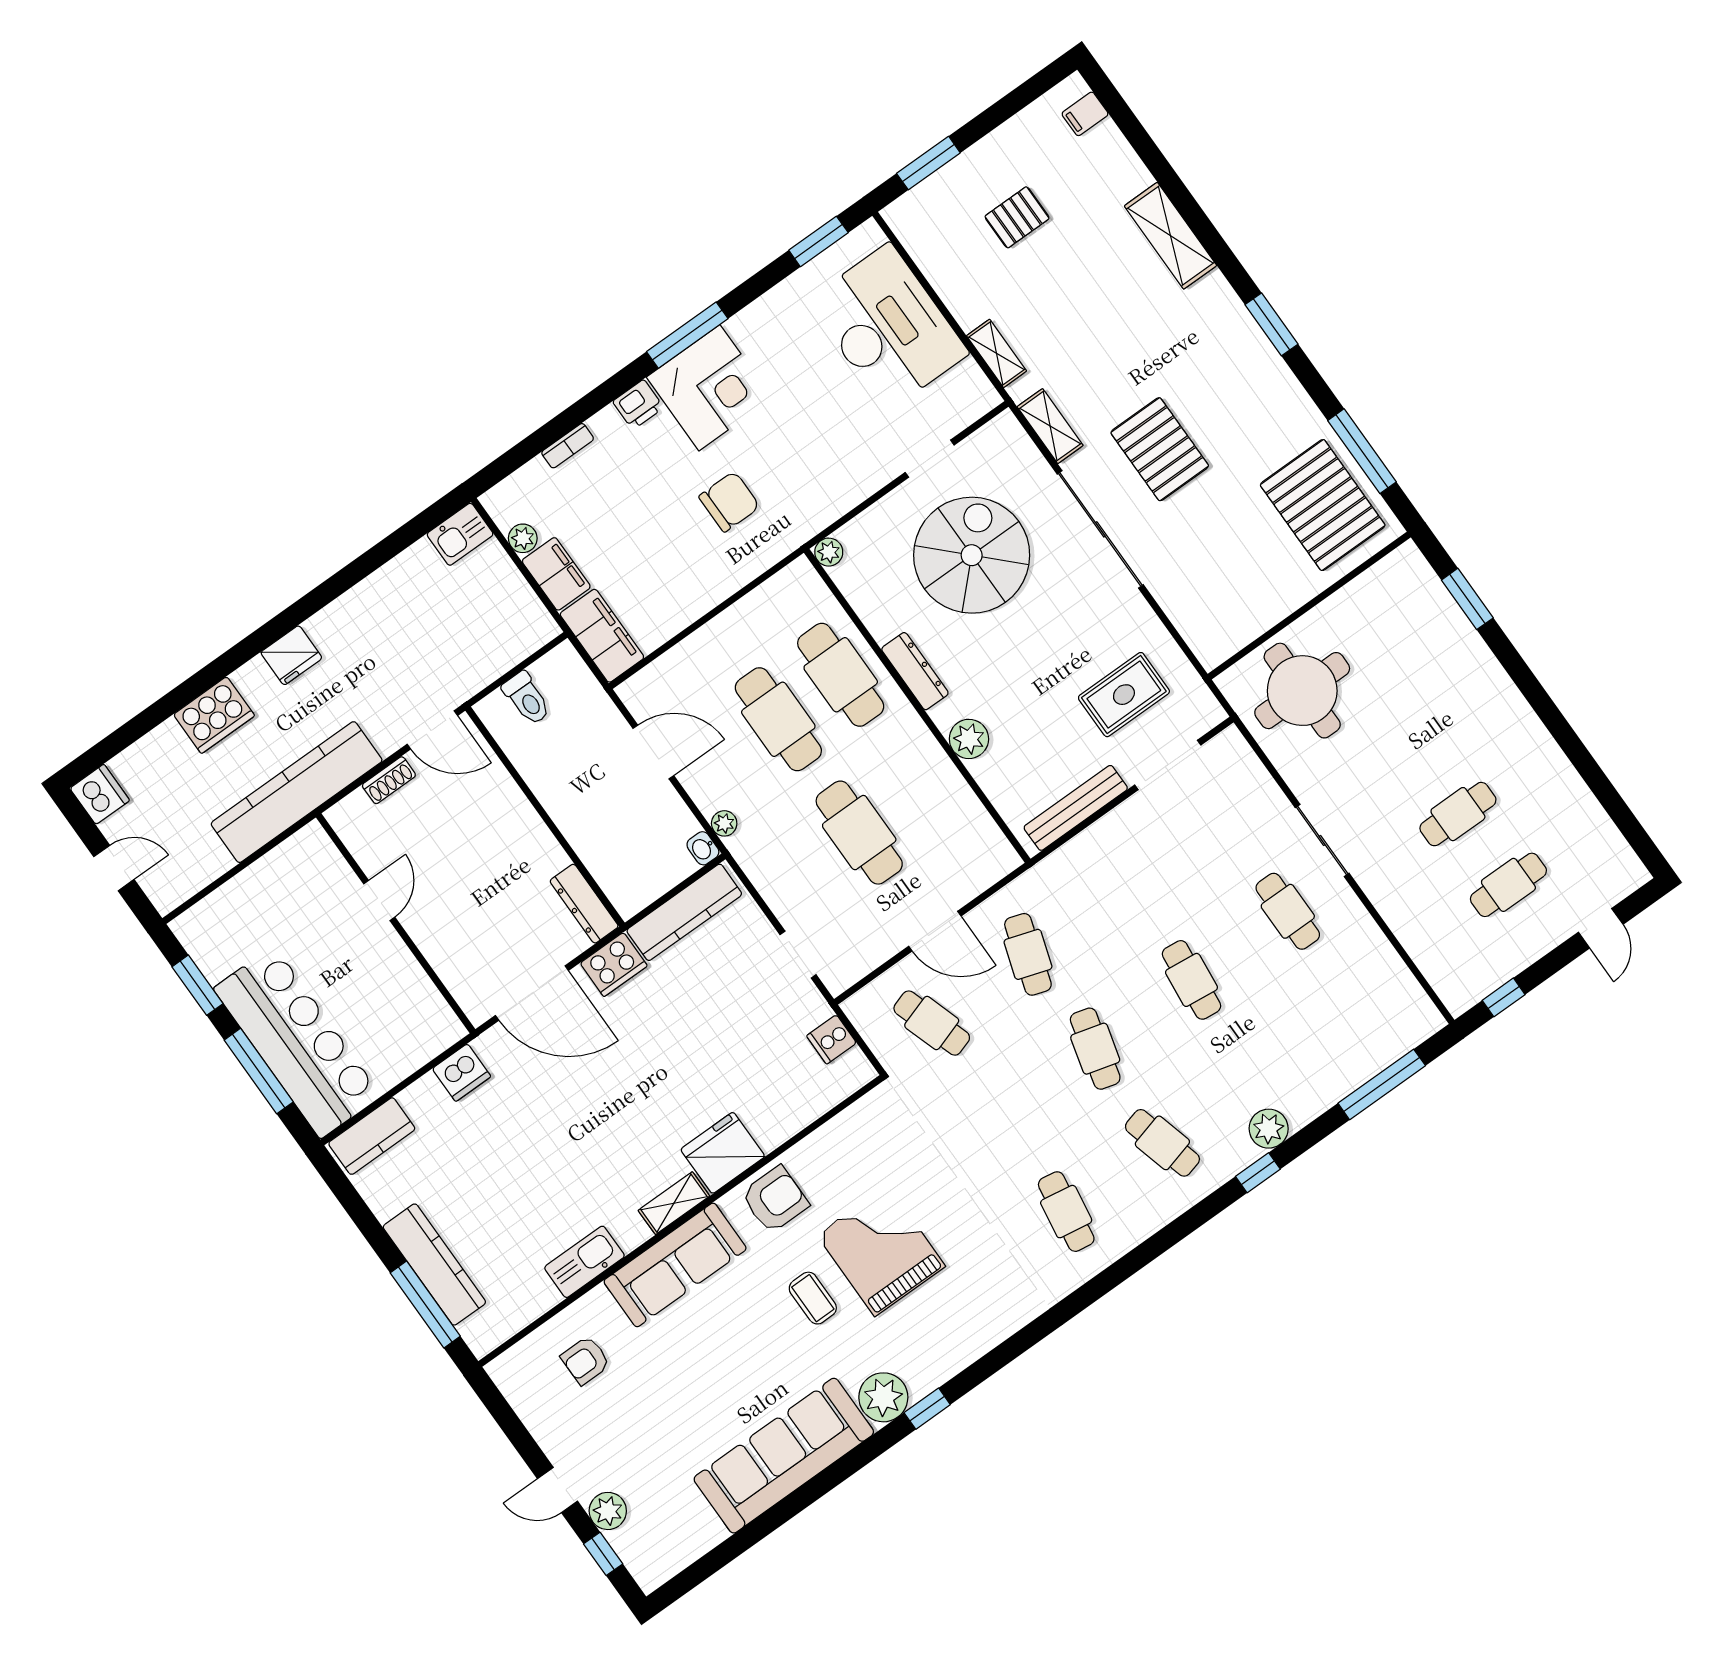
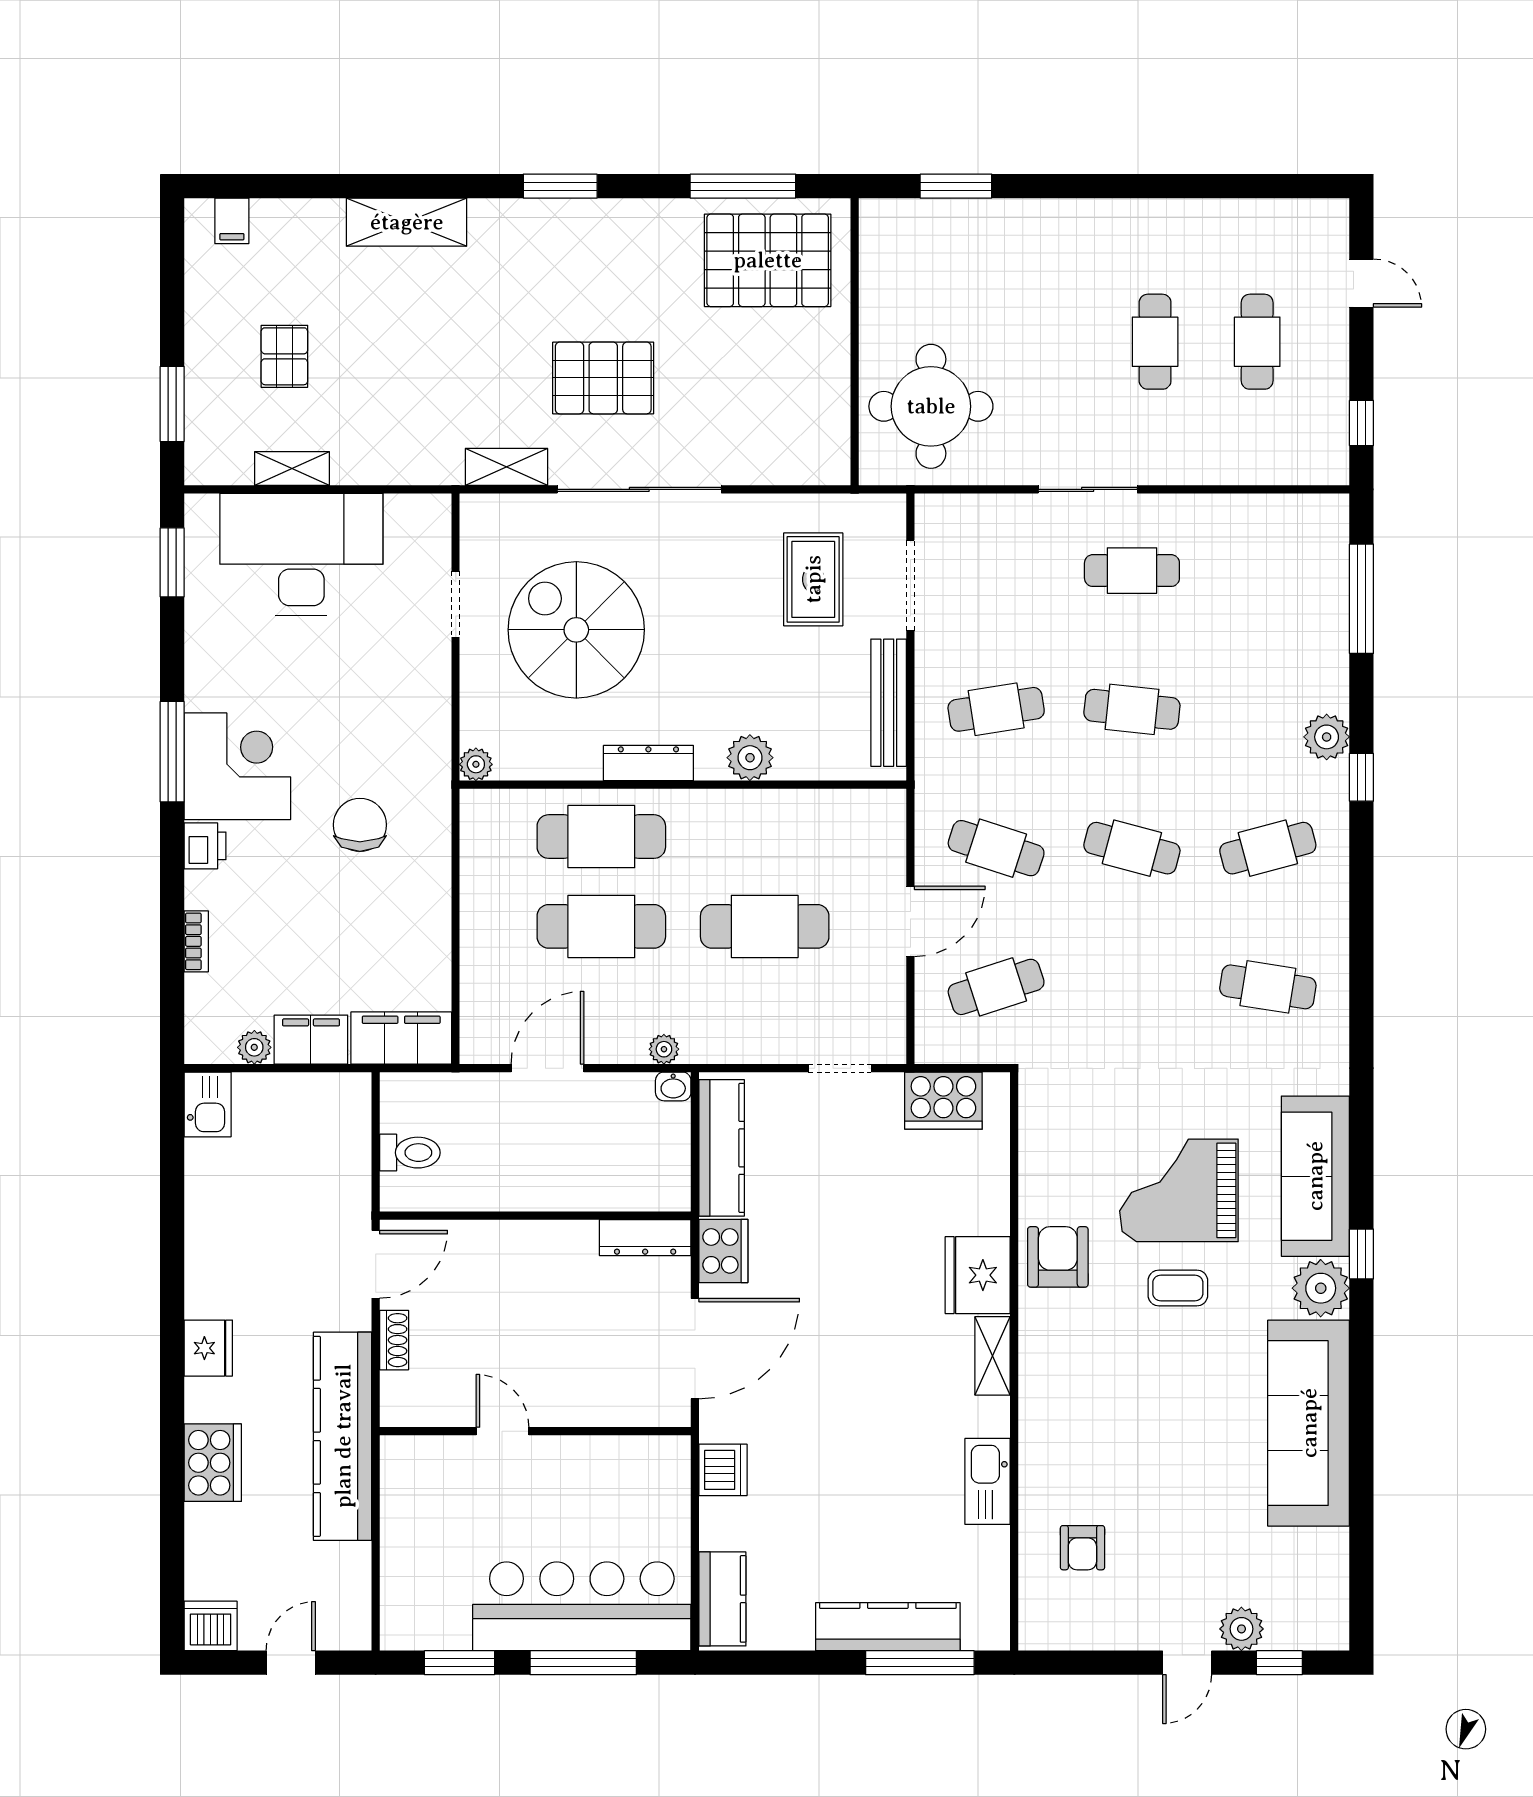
shelving: (997, 353) -> (292, 469), moved
cafe table: (1124, 886) -> (996, 709), added
cooker: (831, 1039) -> (943, 1101), width x1.87, depth x1.31
sofa: (675, 1265) -> (1315, 1176), moved, turned 180

